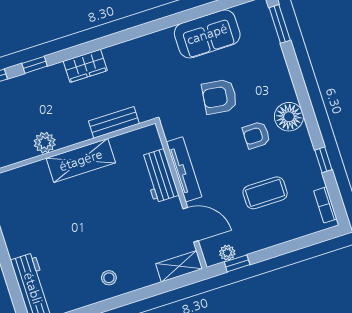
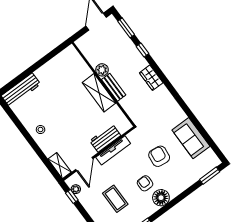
bench: (114, 122) -> (114, 87), moved

